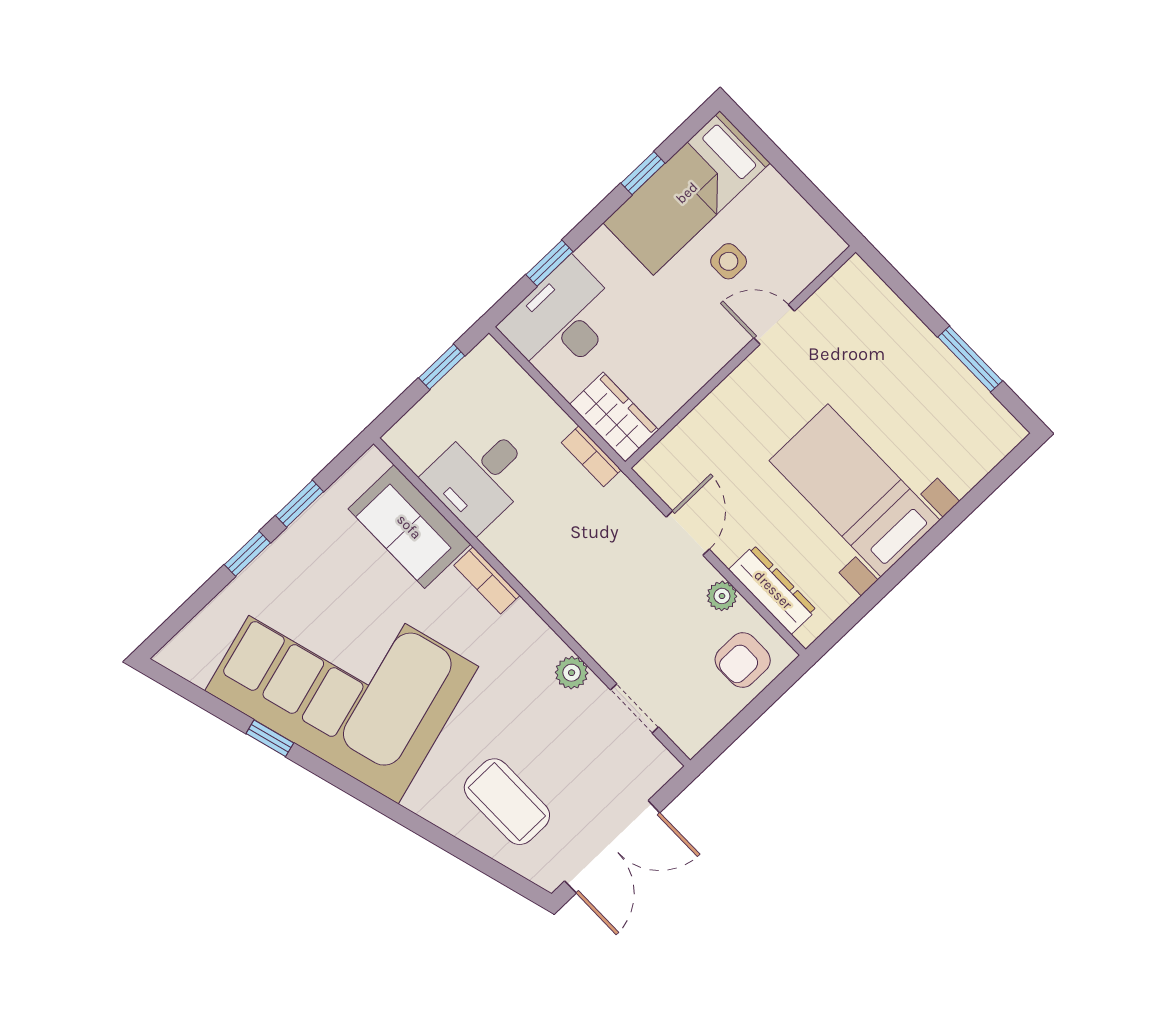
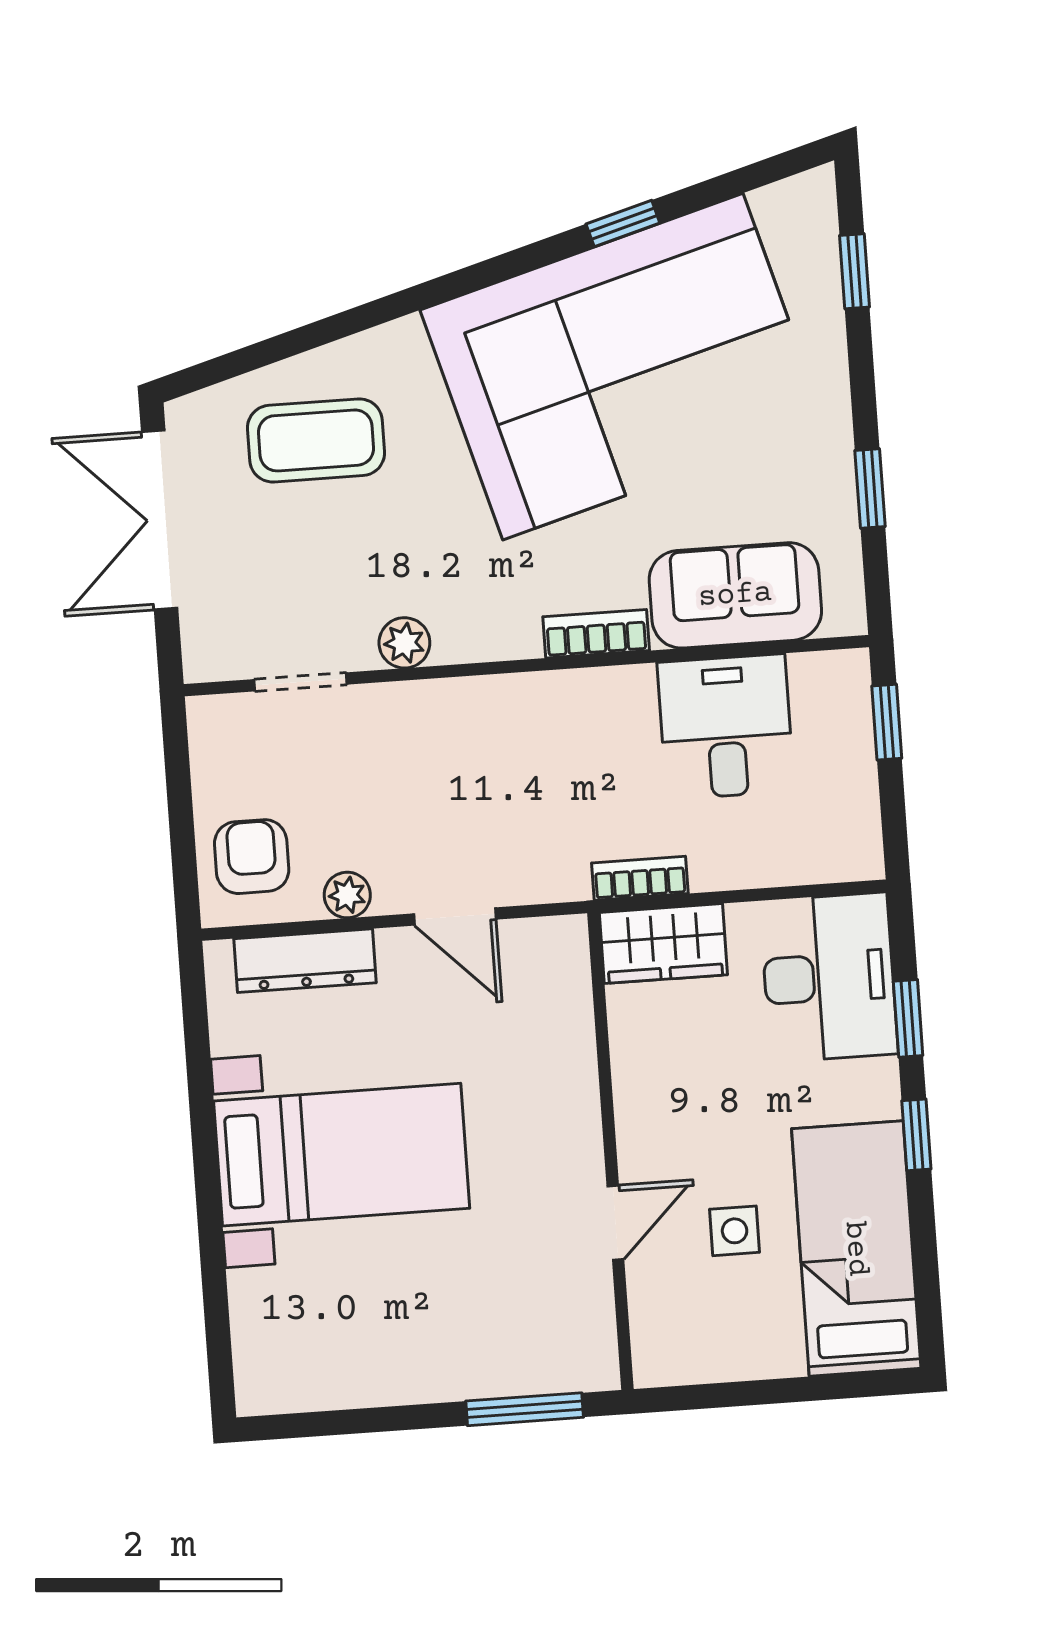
window: (643, 173) -> (916, 1135), moved
window: (970, 359) -> (525, 1409), moved
window: (442, 367) -> (887, 722), moved
window: (247, 554) -> (854, 271), moved

